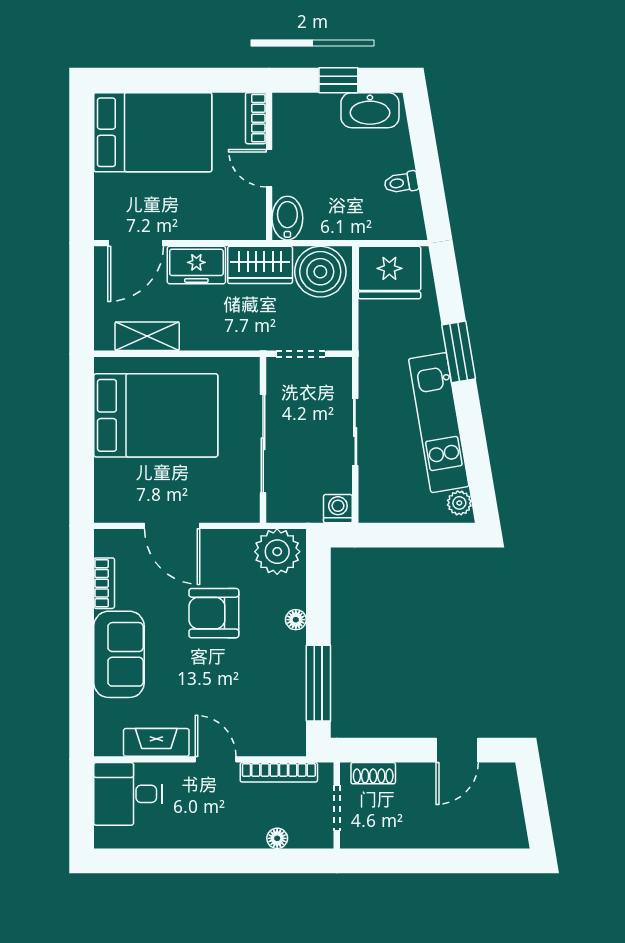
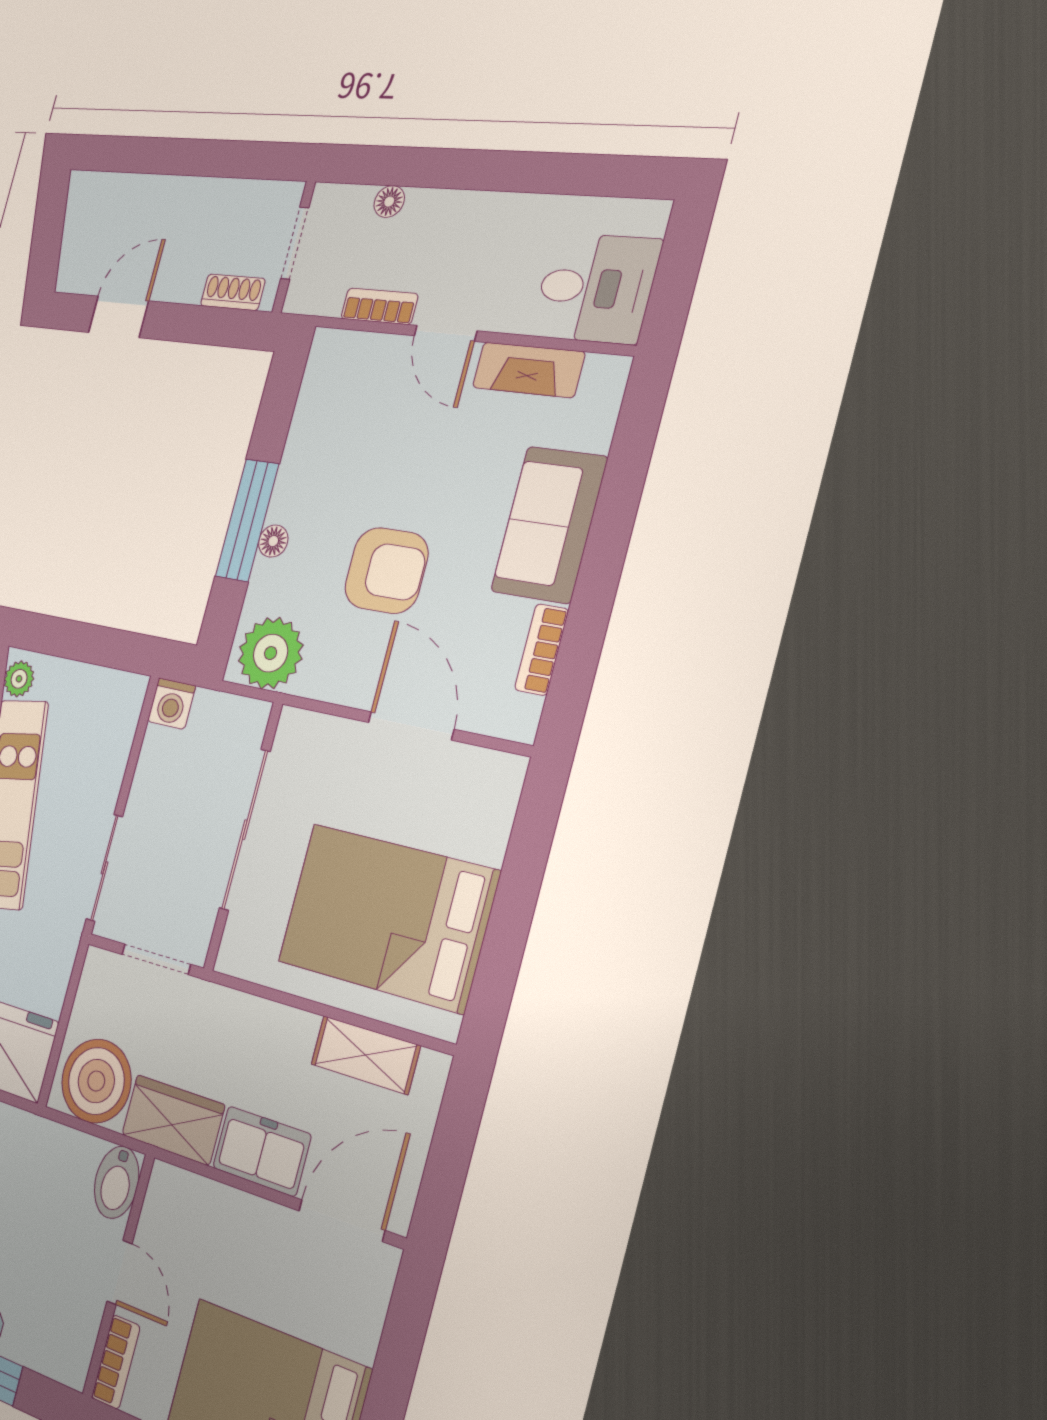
sliding door: (355, 432) -> (104, 868), moved
window: (318, 683) -> (247, 520), moved
bookcase: (279, 772) -> (379, 306), width x0.64

